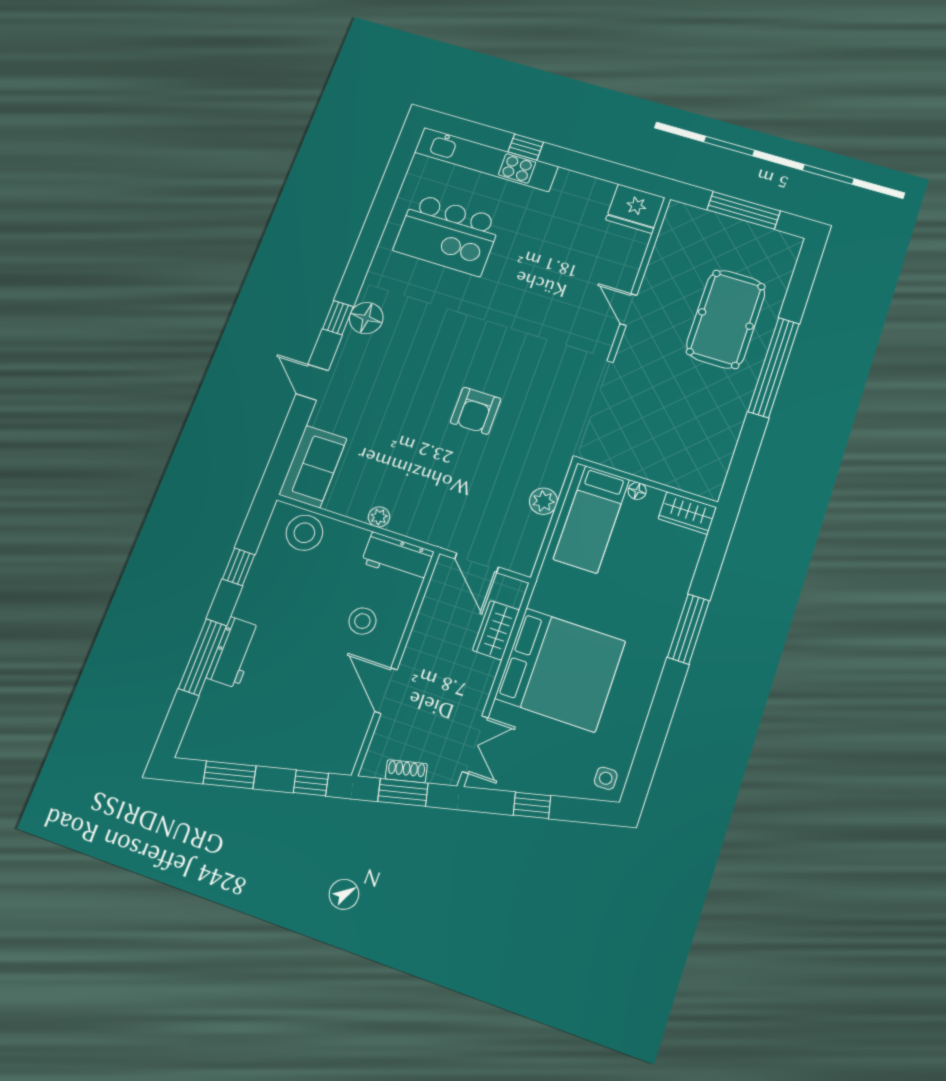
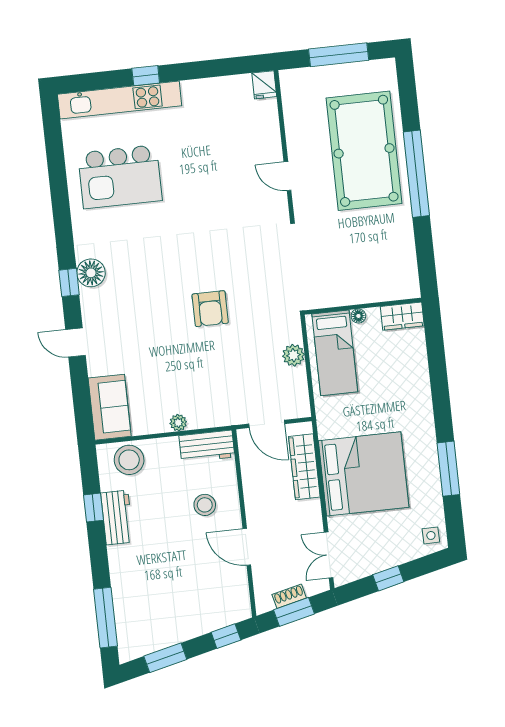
fridge: (635, 209) -> (264, 85), width x0.53, depth x0.75
pool table: (726, 319) -> (364, 151), width x1.36, depth x1.32
window: (688, 629) -> (448, 469), moved
wardrobe: (496, 630) -> (304, 467), width x1.50
workbench: (234, 652) -> (117, 518), moved
window: (203, 657) -> (105, 618), moved
double door: (475, 745) -> (329, 555), swing flipped

